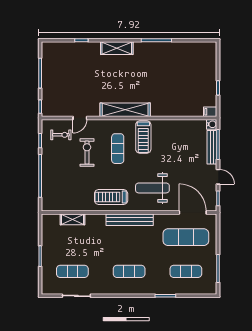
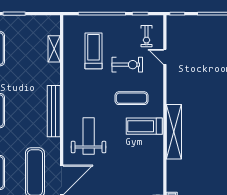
shelving: (125, 110) -> (174, 132), moved
treadmill: (111, 197) -> (94, 51), moved

